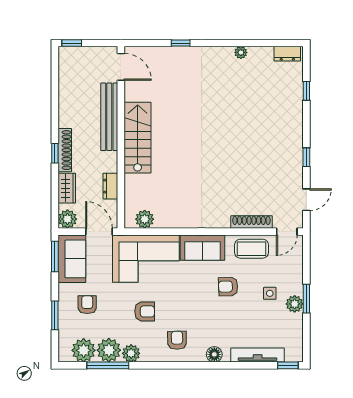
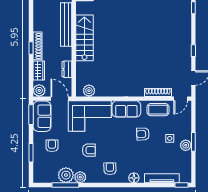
plant: (84, 350) -> (50, 175), removed

